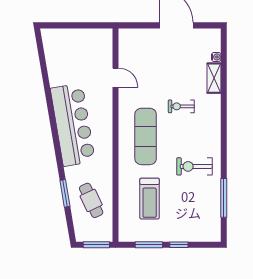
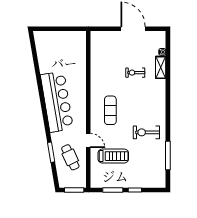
door: (116, 78) -> (88, 140), moved
exercise bike: (181, 106) -> (135, 73), moved
exercise mat: (146, 136) -> (110, 110), width x0.73, depth x0.69
treadmill: (150, 199) -> (113, 156), turned -90

